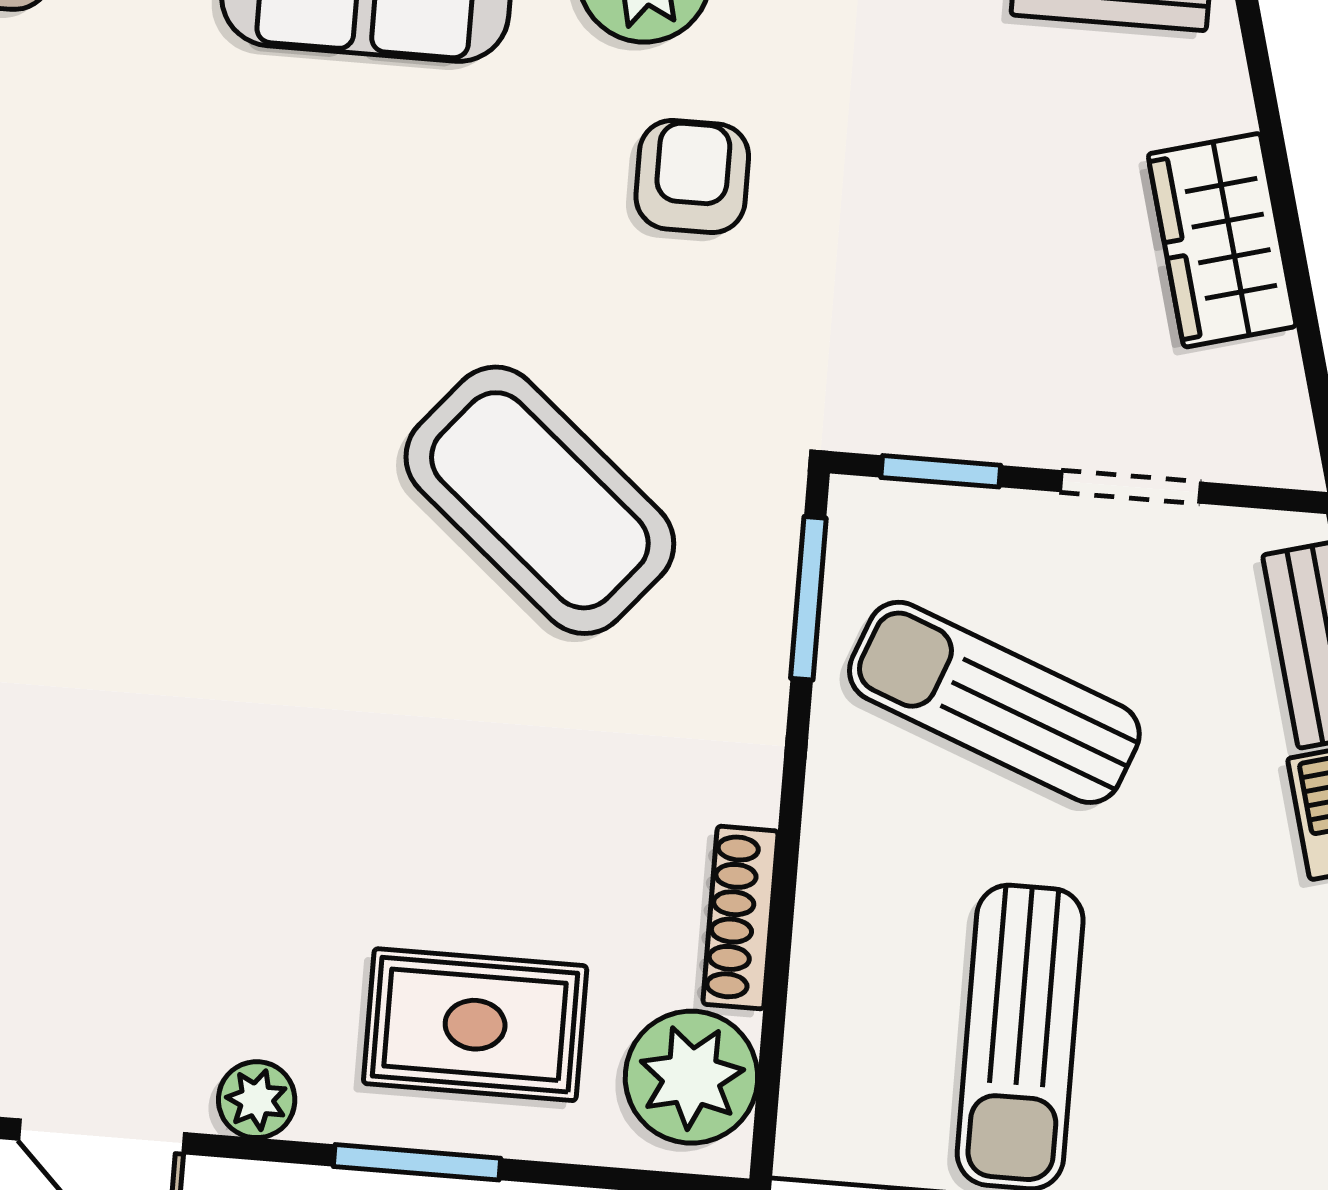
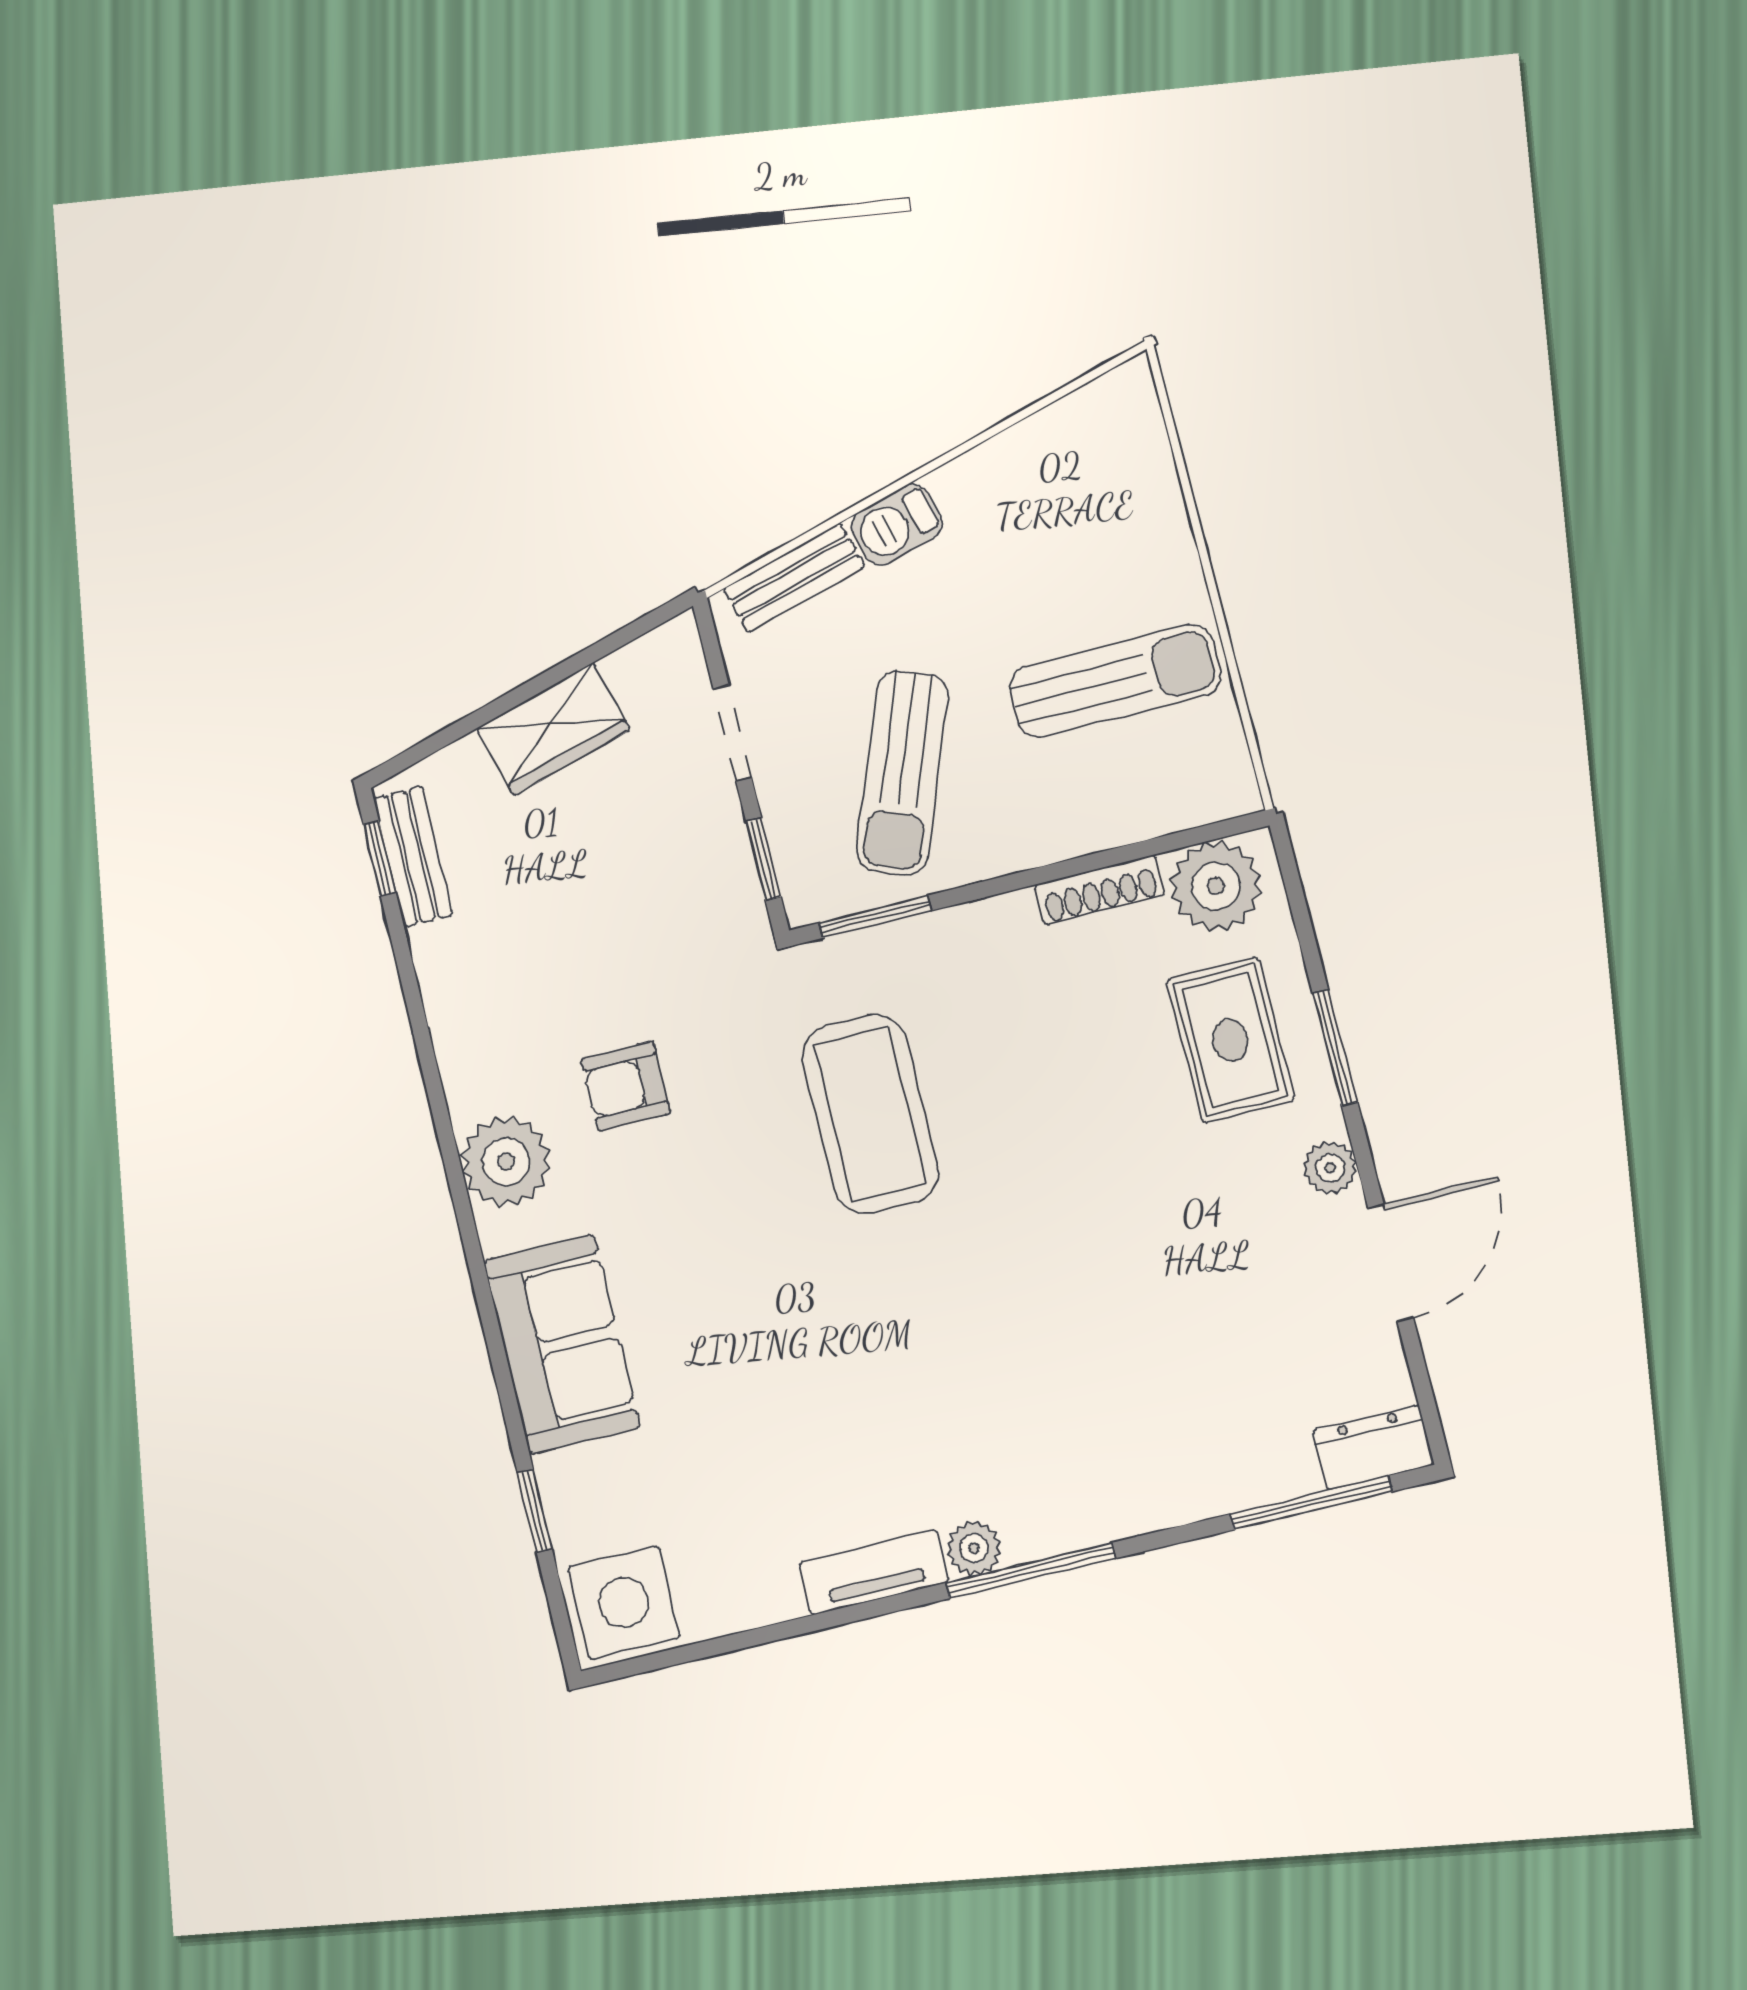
coffee table: (540, 500) -> (870, 1114), turned -40

